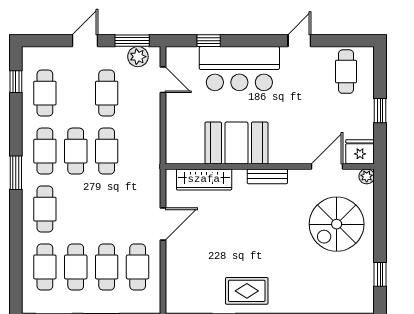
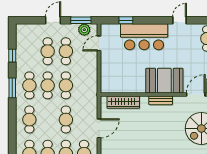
door: (163, 80) -> (99, 43), swing flipped
window: (16, 82) -> (12, 56), moved
cafe table: (45, 93) -> (48, 51), moved
booth: (236, 143) -> (164, 81), moved
window: (16, 173) -> (12, 88), moved
cafe table: (107, 209) -> (66, 120), added

